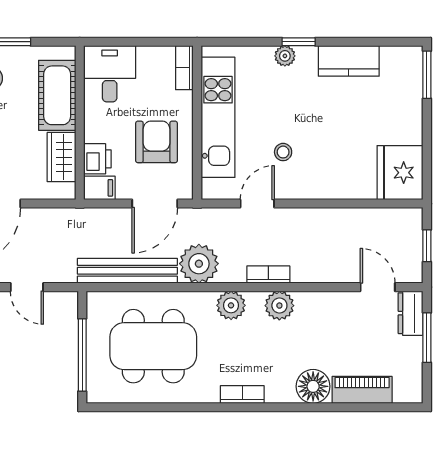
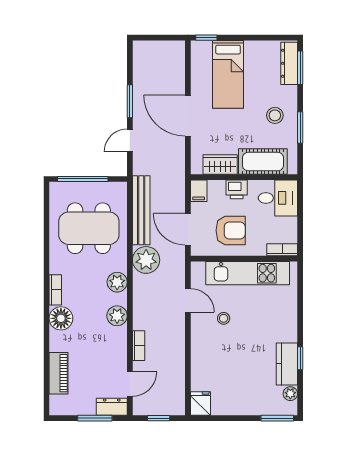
window: (299, 42) -> (300, 358), moved
plant: (285, 56) -> (290, 394), moved
printer: (97, 159) -> (237, 189), moved
fridge: (400, 173) -> (200, 404), width x0.53, depth x0.75
bookcase: (268, 275) -> (139, 346), moved
dining table: (153, 346) -> (89, 228), turned 90
floor lamp: (313, 386) -> (61, 318), moved

